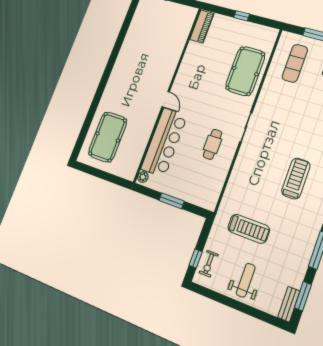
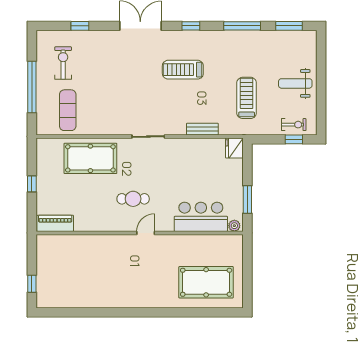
exercise mat: (295, 63) -> (68, 110), turned 90
bar counter: (164, 142) -> (201, 217), width x0.73
cafe table: (213, 144) -> (133, 199), moved
window: (172, 201) -> (247, 199), moved
fridge: (208, 201) -> (234, 148), added
bench: (289, 304) -> (202, 129), moved

